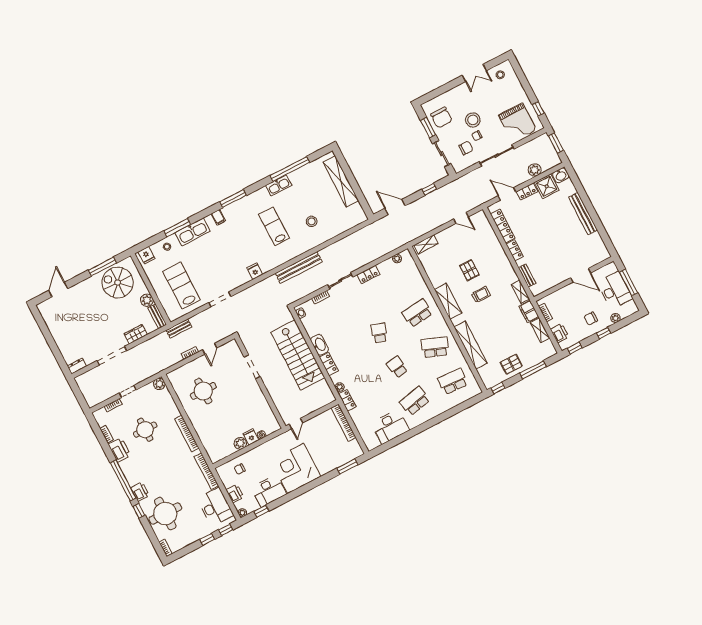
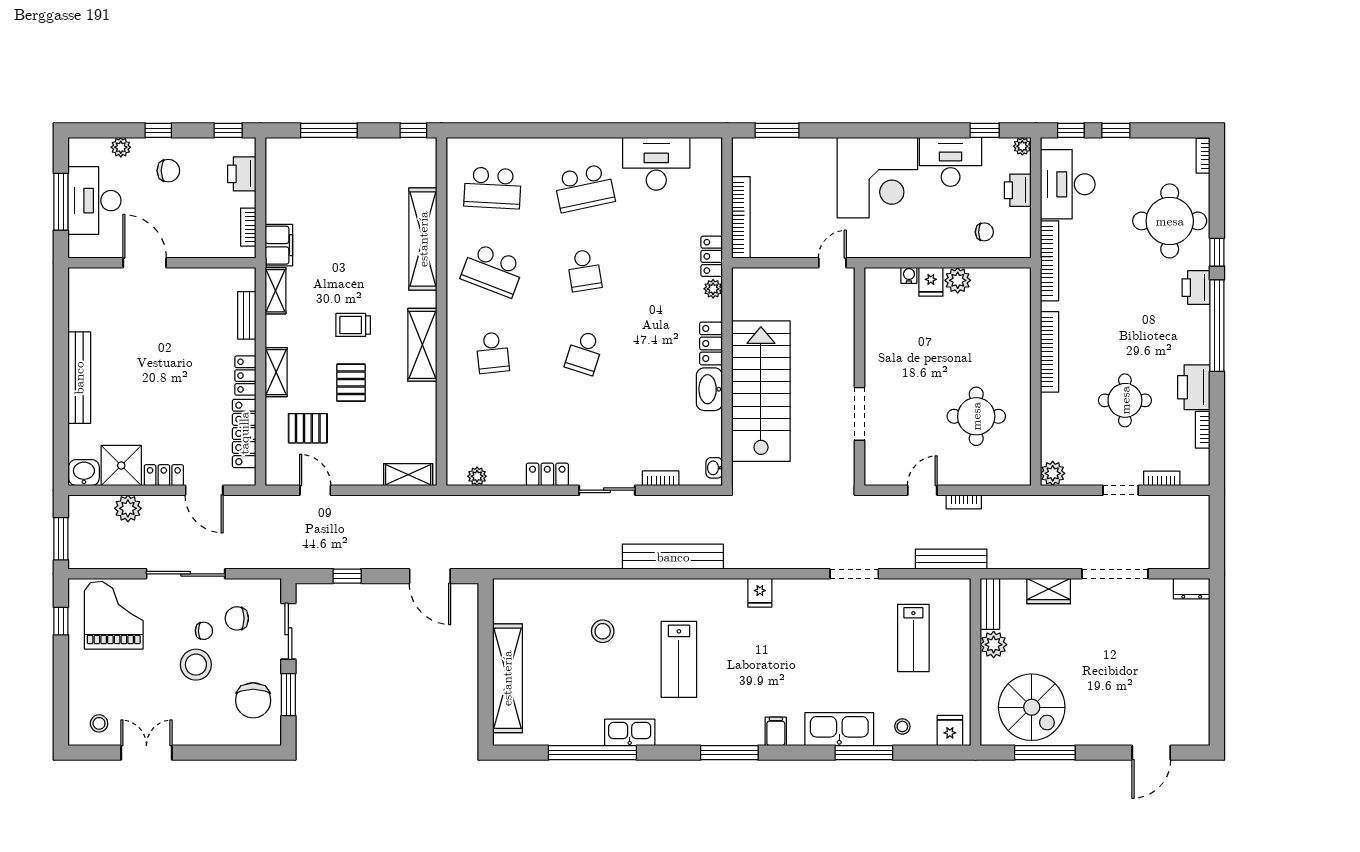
chair: (441, 118) -> (253, 700), turned 180
lab bench: (181, 286) -> (913, 638), width x0.73, depth x0.72
school desk: (417, 313) -> (493, 353), width x0.54
bench: (179, 328) -> (951, 559), width x1.36
shelving: (540, 330) -> (276, 372), moved
pallet: (511, 364) -> (308, 428), moved

